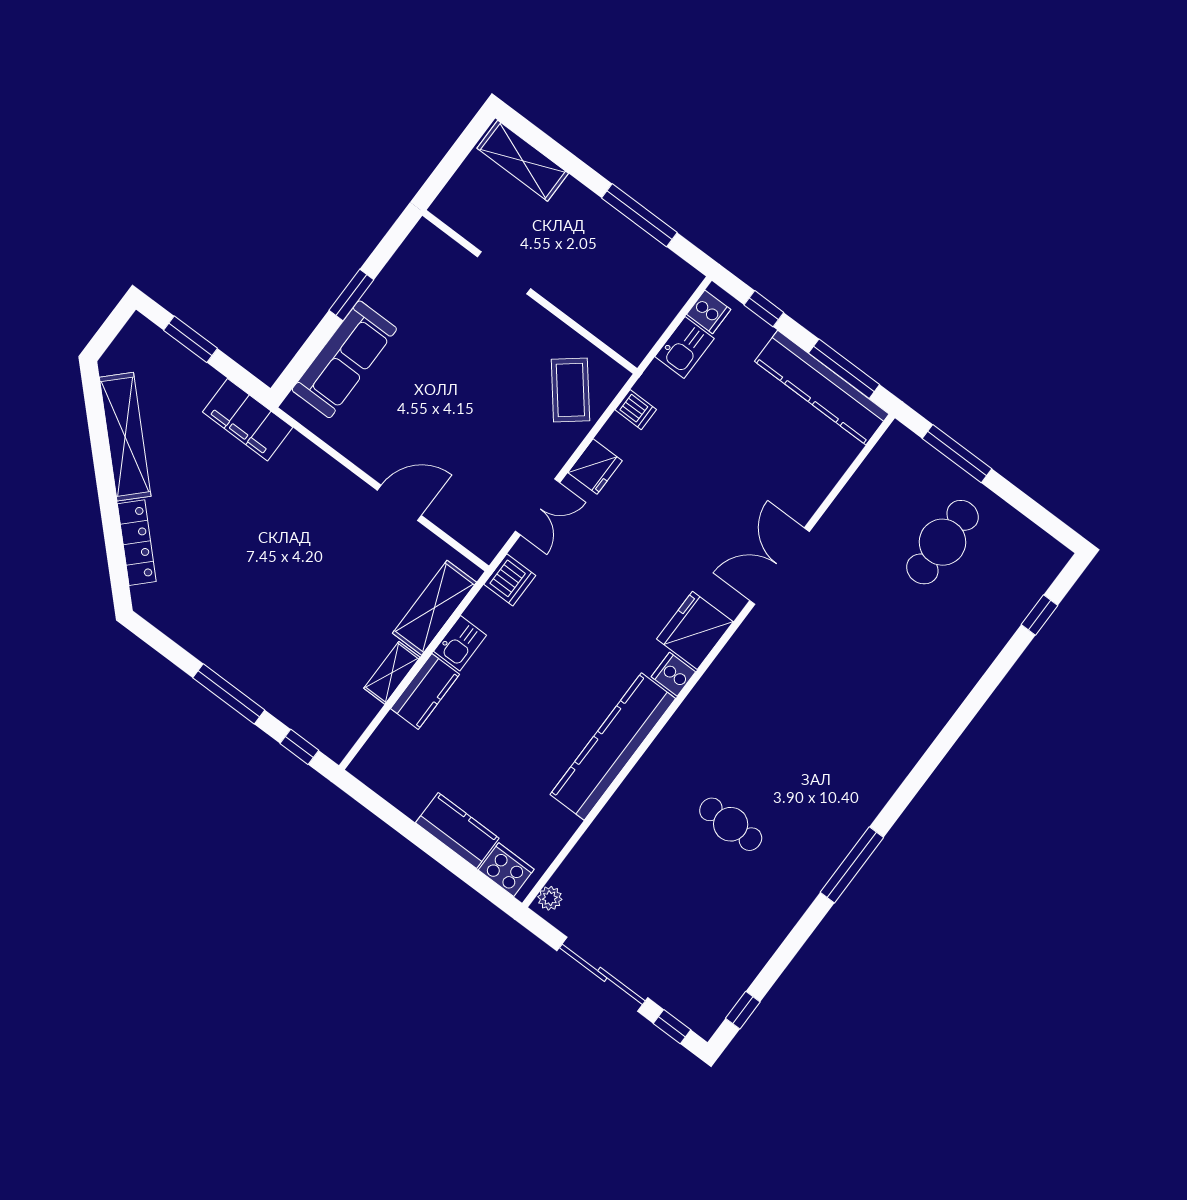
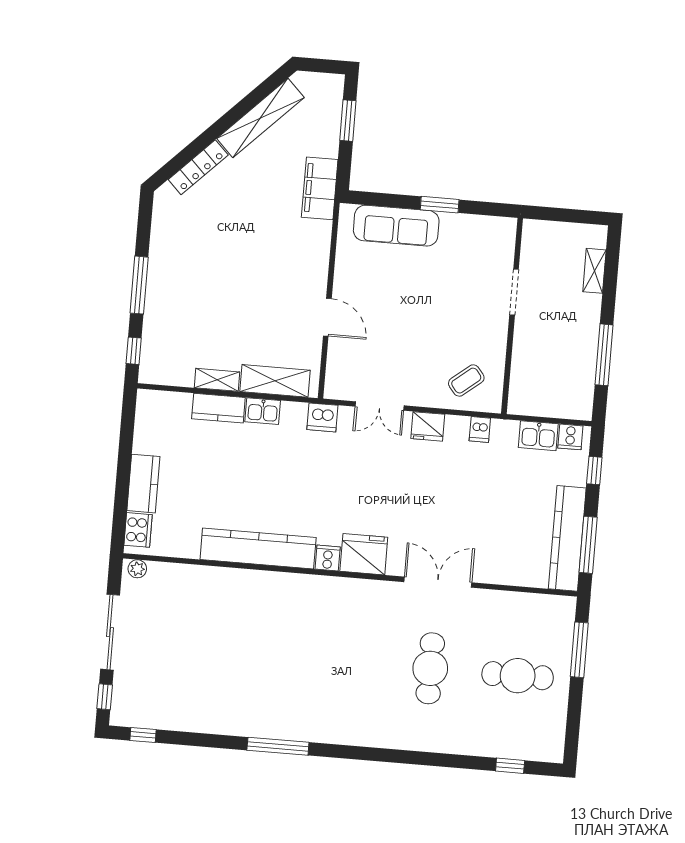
shelving: (523, 161) -> (594, 271), width x0.67, depth x0.75
coffee table: (570, 390) -> (466, 381), width x0.73, depth x0.77
cafe table: (731, 824) -> (430, 668), moved, width x1.37, depth x1.35

